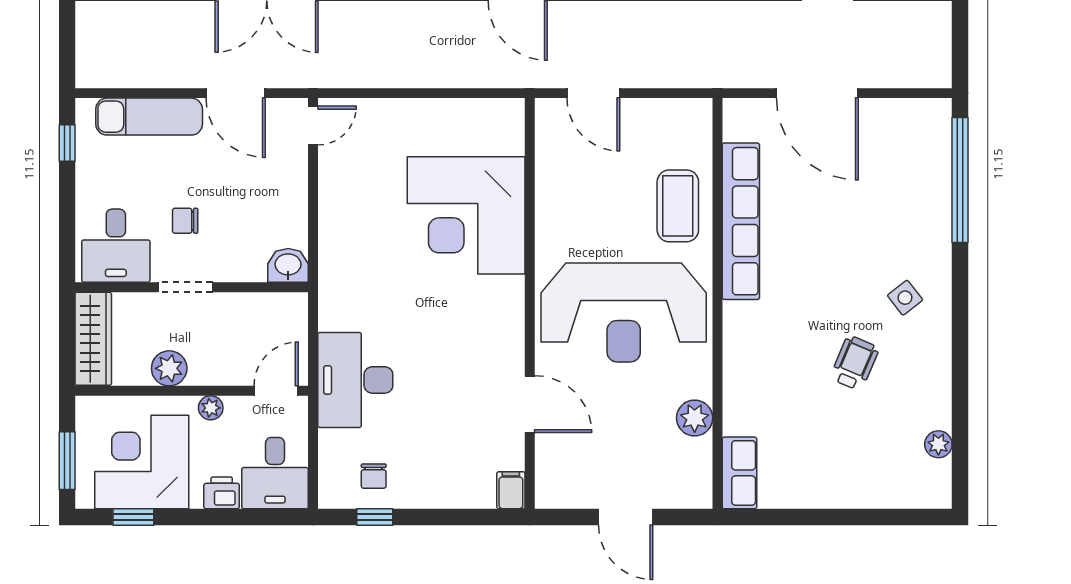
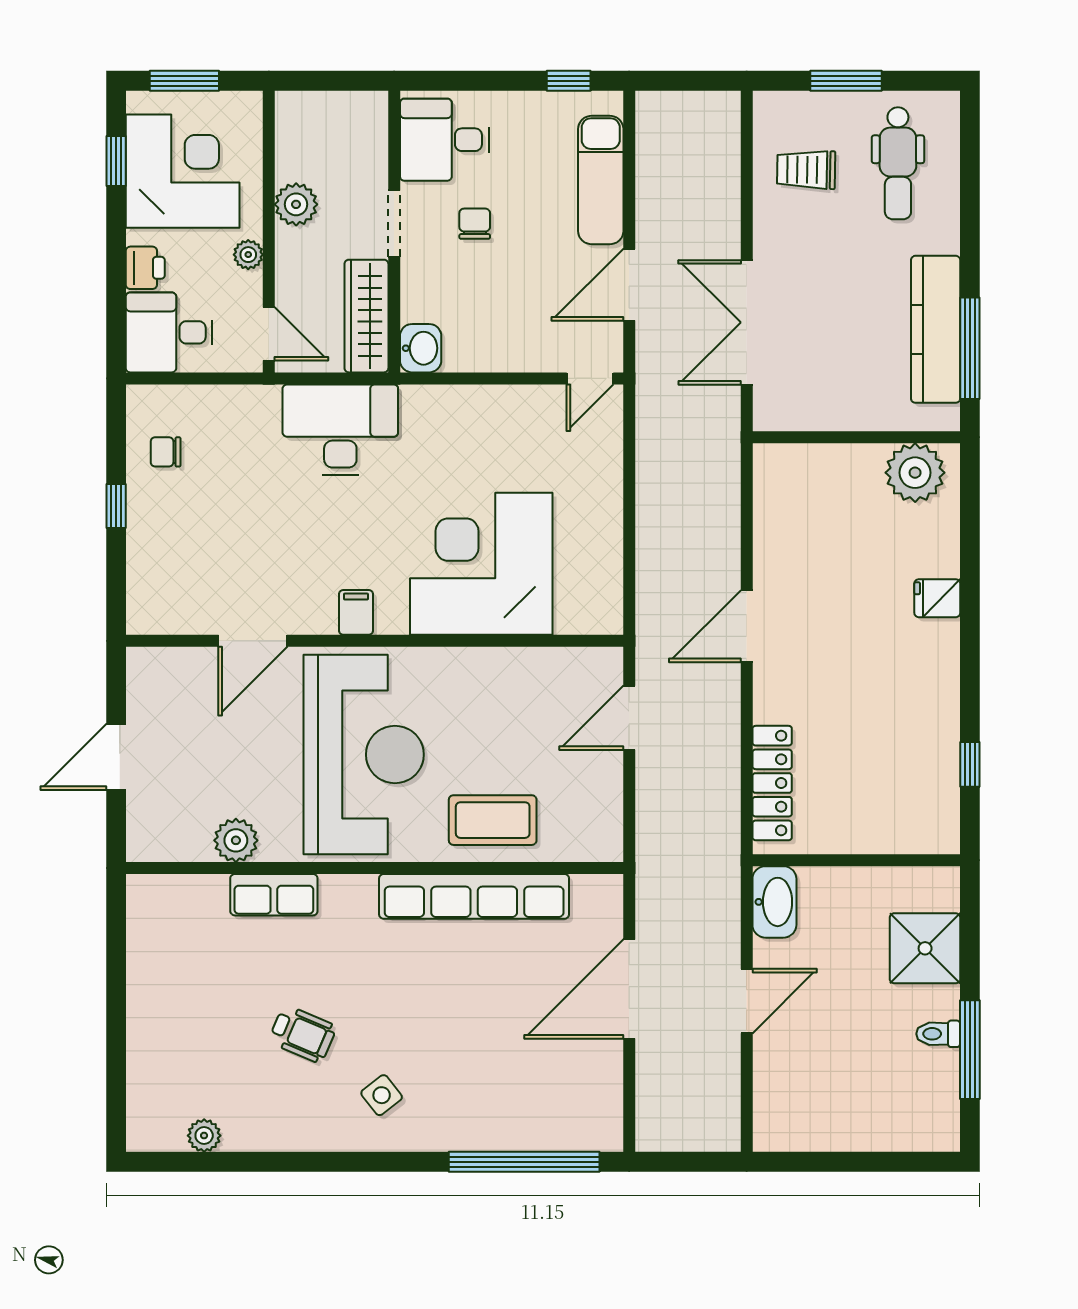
door: (313, 126) -> (590, 378), hinge flipped
reception desk: (624, 312) -> (364, 755), turned 180
wardrobe: (93, 339) -> (366, 316), moved, turned 90
desk: (355, 380) -> (340, 430), moved
row of seats: (739, 473) -> (274, 895), moved
filing cabinet: (511, 490) -> (356, 612), moved, turned -90
window: (375, 517) -> (116, 506), moved

